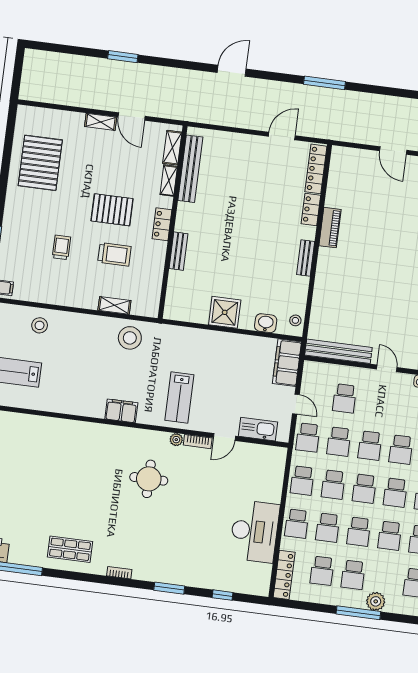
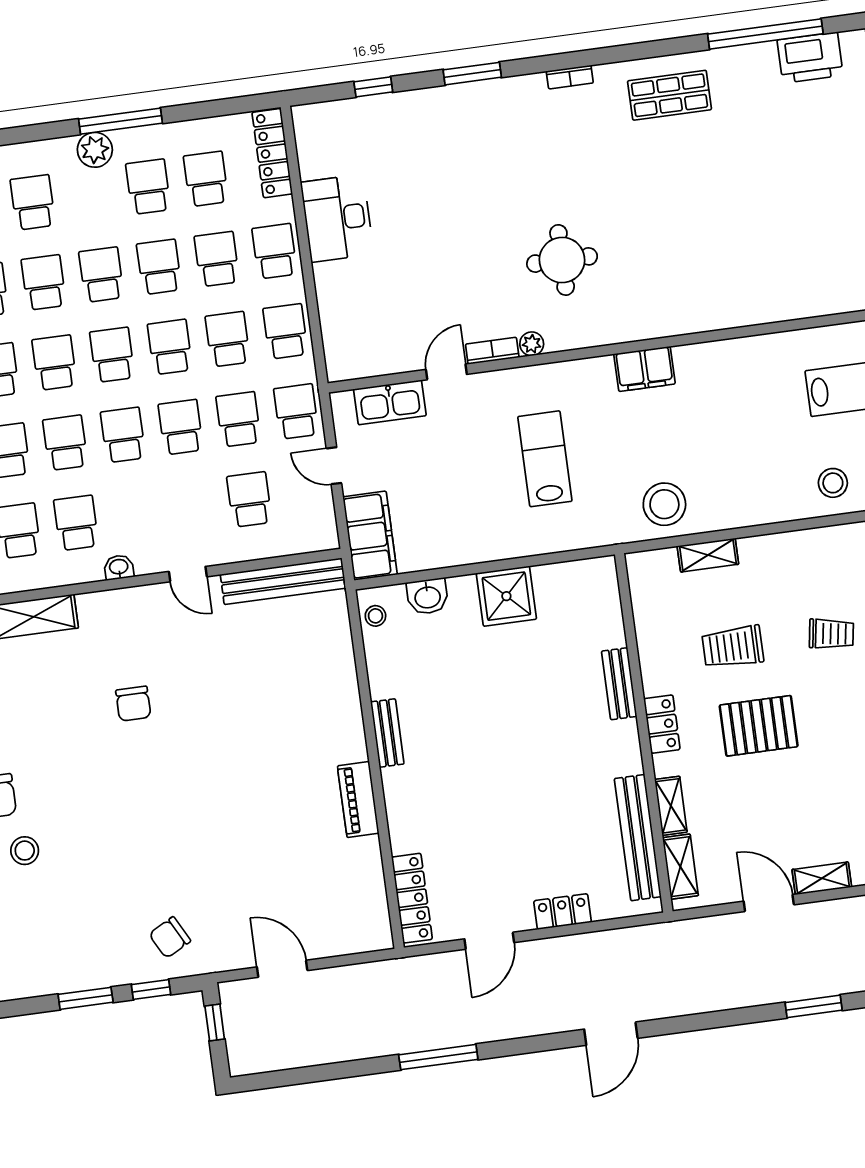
locker: (311, 209) -> (563, 912), moved, turned -90
trolley: (61, 247) -> (831, 634), turned -81
lab bench: (179, 398) -> (545, 459), moved
desk: (254, 531) -> (337, 218), width x0.73, depth x0.77

